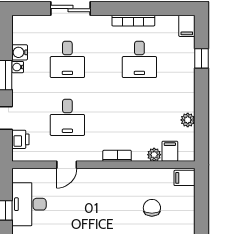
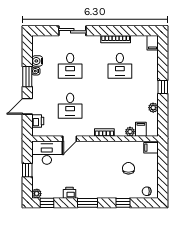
window: (201, 58) -> (163, 87), moved
desk: (29, 204) -> (47, 153), moved, turned 90

